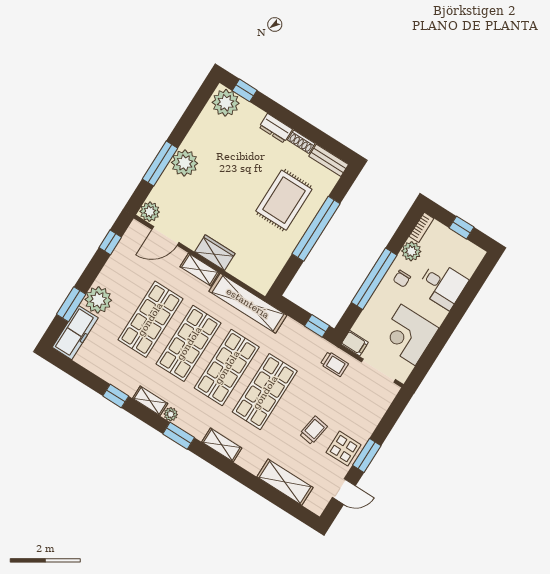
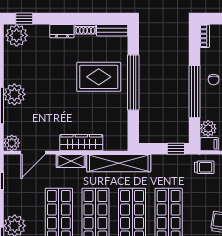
rug: (284, 200) -> (99, 77), turned 90
plant: (411, 251) -> (208, 128), moved
wardrobe: (215, 253) -> (81, 143), width x1.50

